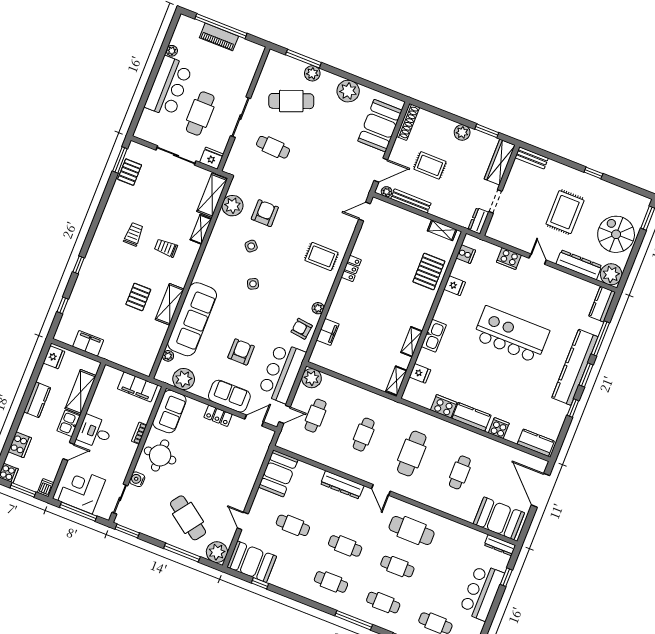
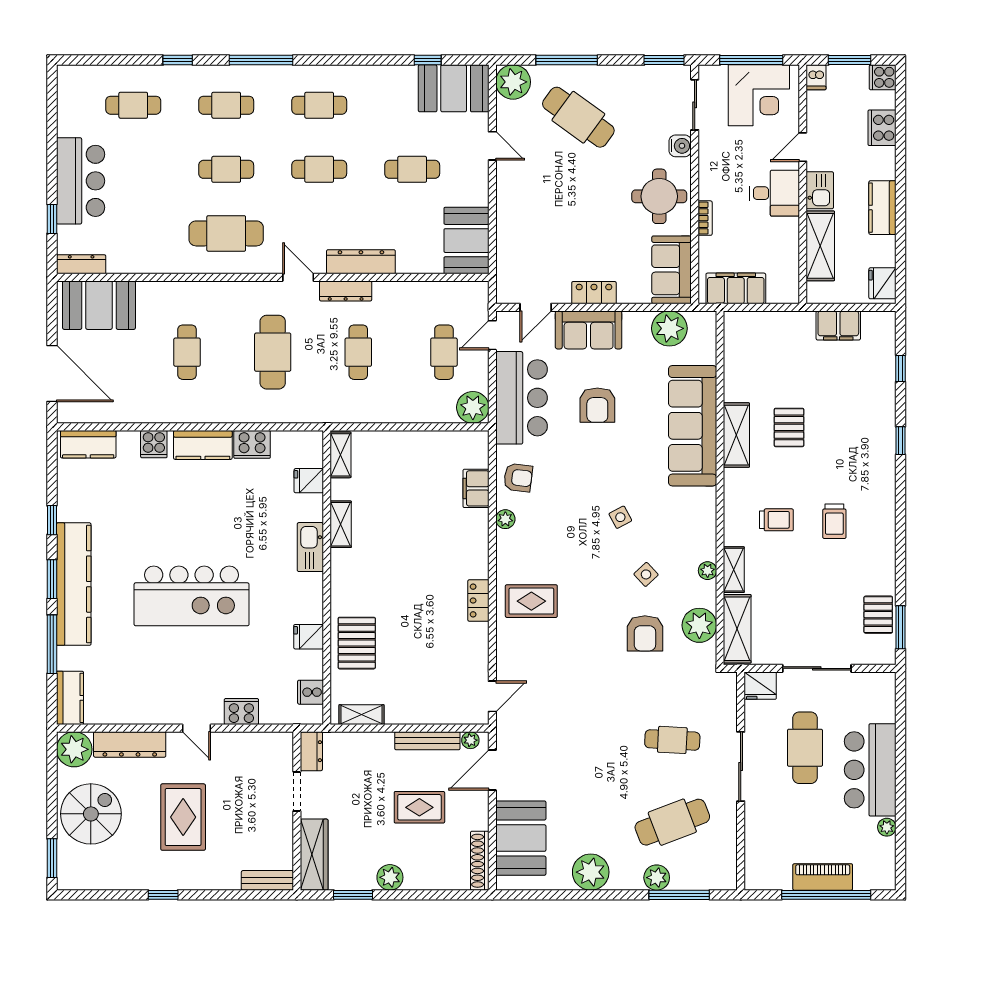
spiral stairs: (616, 234) -> (91, 814), turned -90
plant: (168, 356) -> (708, 571), moved
dresser: (357, 472) -> (346, 291), added

